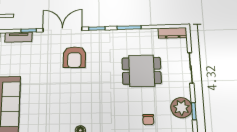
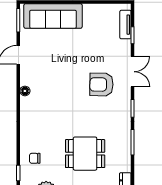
double door: (62, 30) -> (133, 72), width x0.73
dining table: (142, 71) -> (85, 154), turned 90

